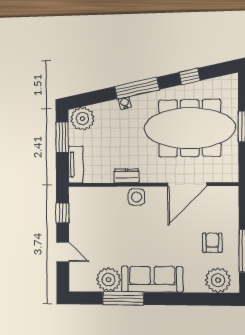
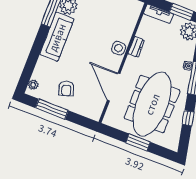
armchair: (212, 243) -> (66, 88), turned 71
plant: (218, 280) -> (33, 85), width x0.53, depth x0.53

